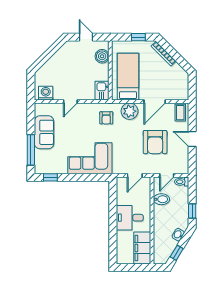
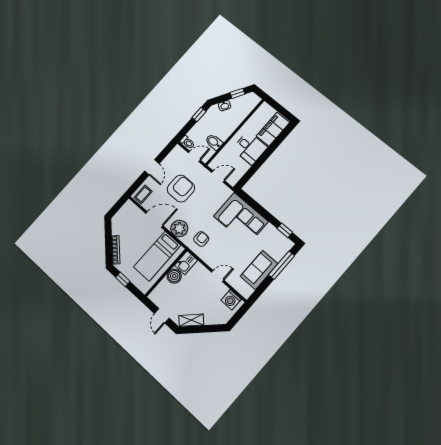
shelving: (62, 53) -> (191, 320), added
boiler: (102, 56) -> (174, 276), moved
filing cabinet: (142, 248) -> (273, 129), moved, turned 180

